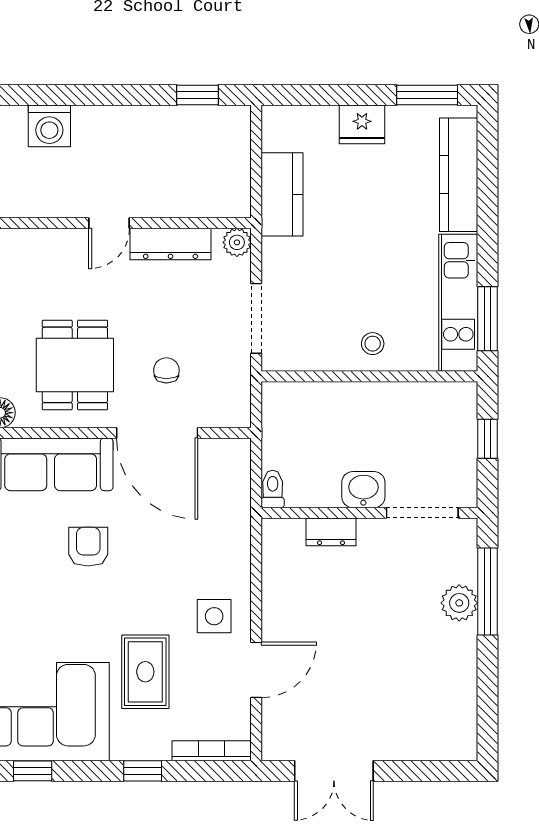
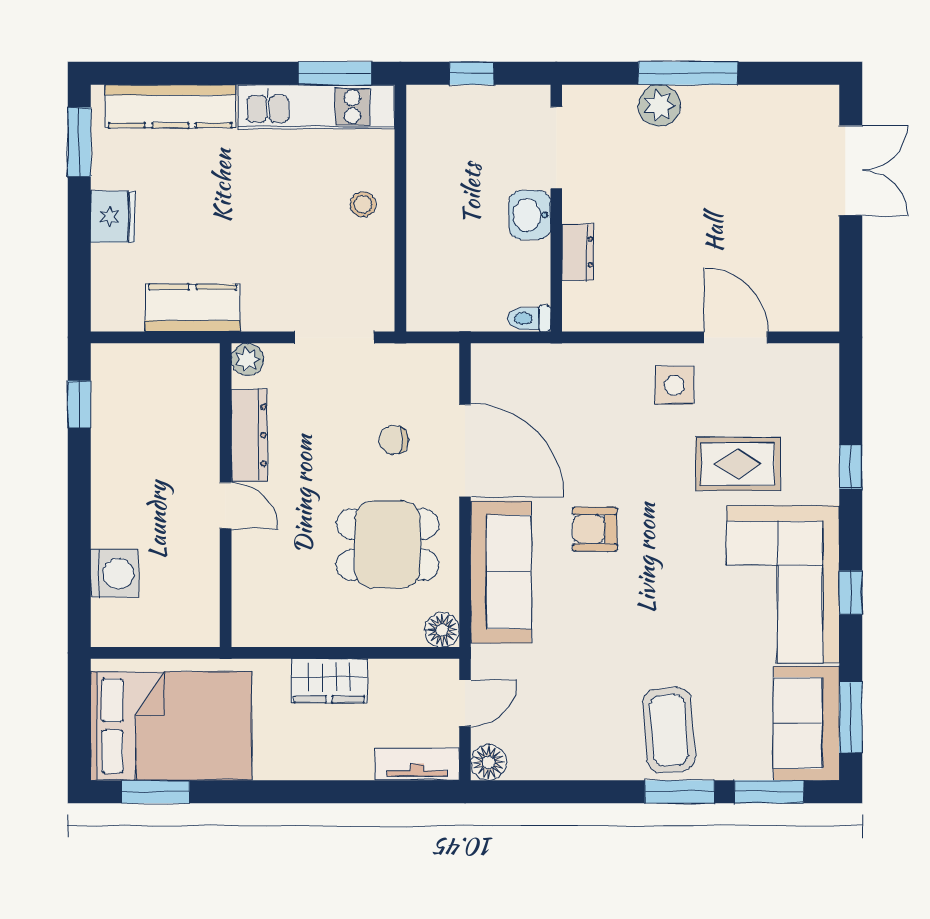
door: (157, 433) -> (465, 450), hinge flipped
window: (487, 591) -> (688, 73), moved
bookcase: (212, 751) -> (828, 388), removed
double door: (334, 771) -> (851, 170), moved

